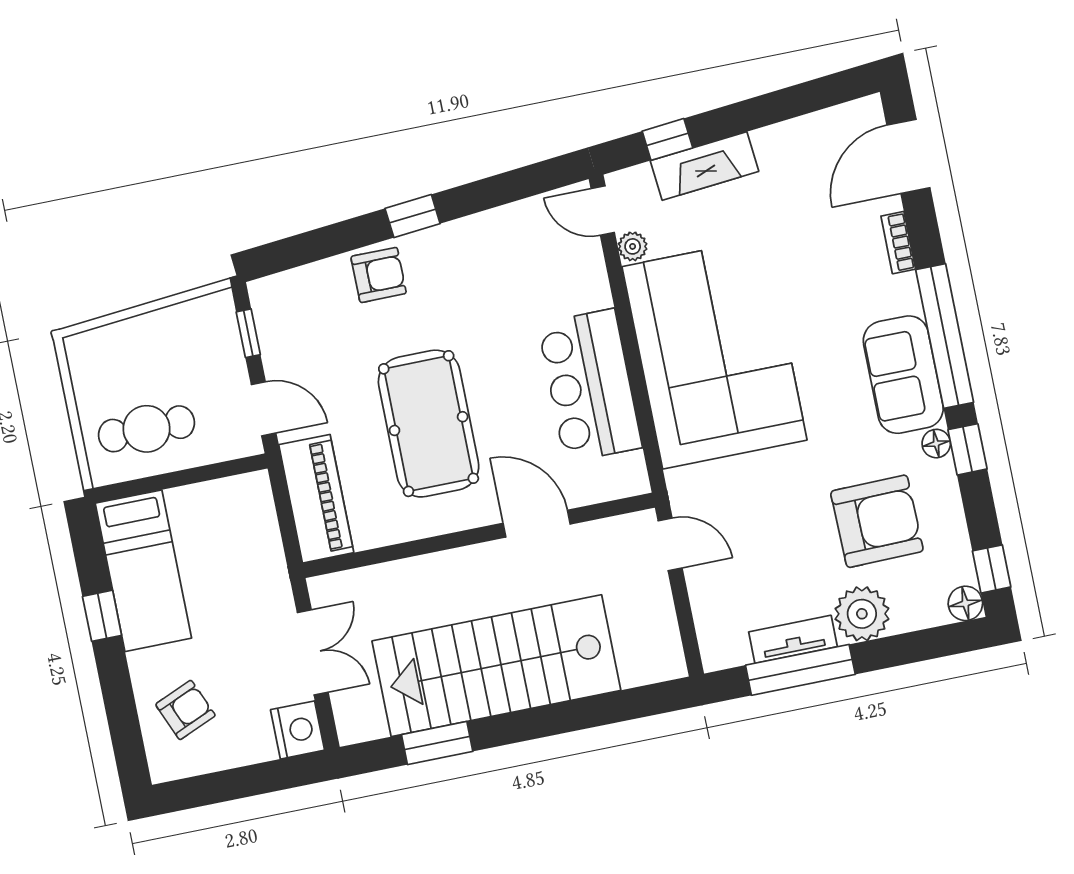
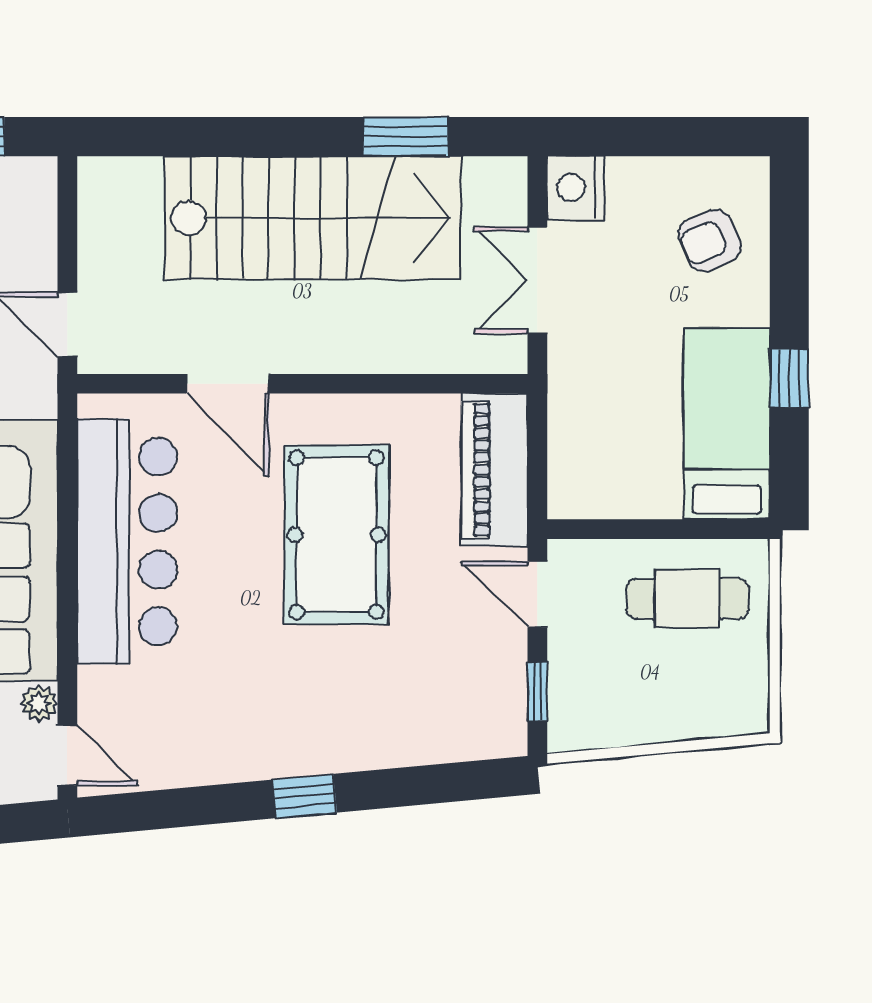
armchair: (379, 275) -> (361, 731), removed
bar counter: (590, 386) -> (127, 542), width x1.36

